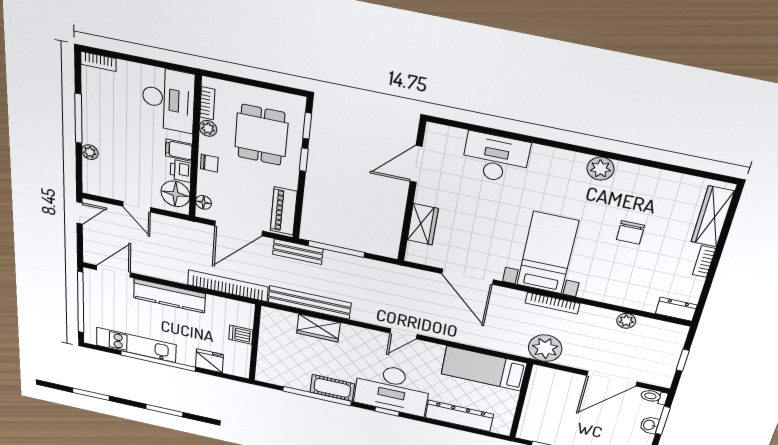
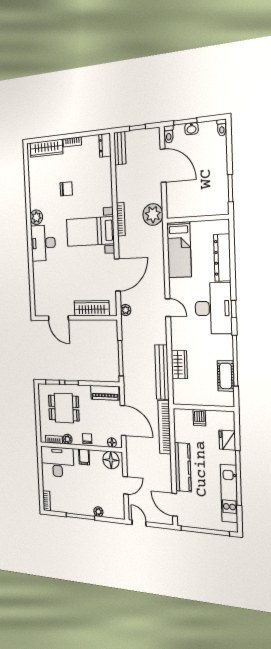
desk: (496, 158) -> (43, 243), moved
printer: (181, 171) -> (96, 456), removed
wardrobe: (423, 224) -> (92, 308), width x1.50
bench: (298, 252) -> (120, 148), moved
plant: (626, 321) -> (126, 310), moved
cot: (332, 388) -> (226, 376), moved

